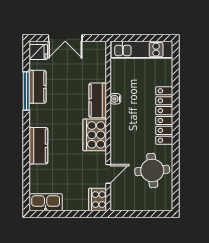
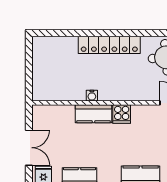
kitchen unit: (142, 50) -> (41, 68), removed
cooker: (95, 135) -> (122, 114), width x0.53, depth x0.76

